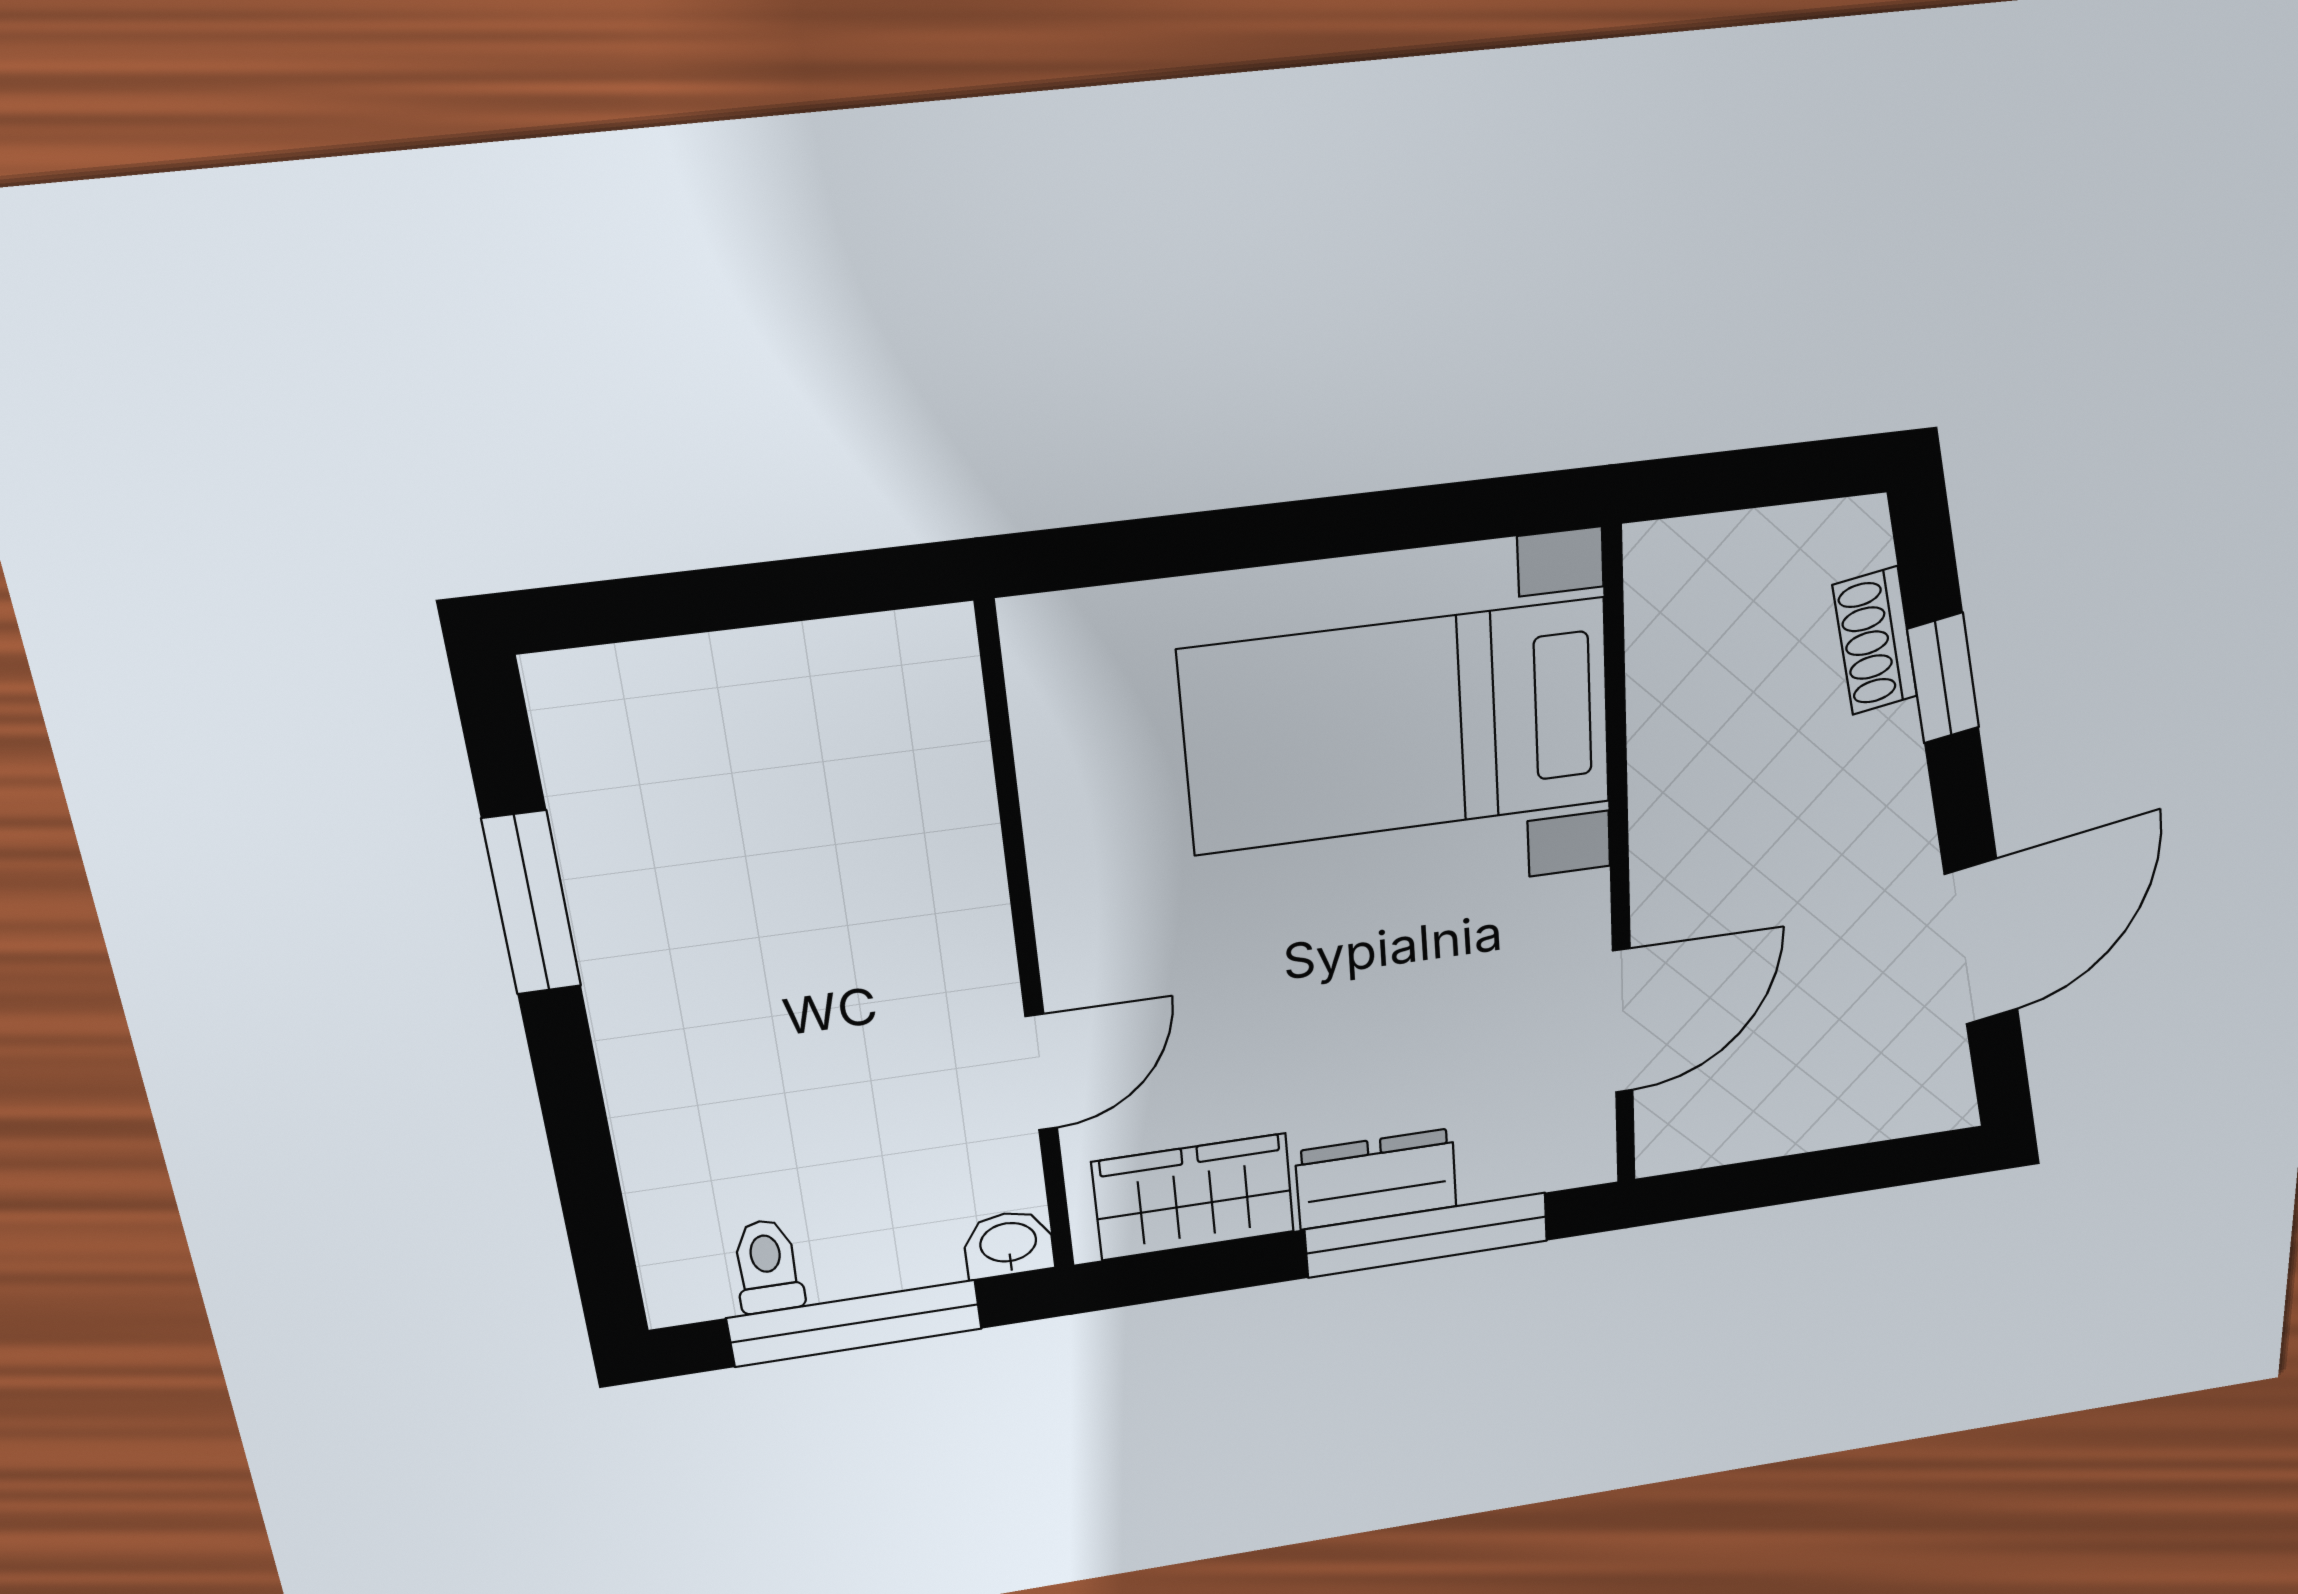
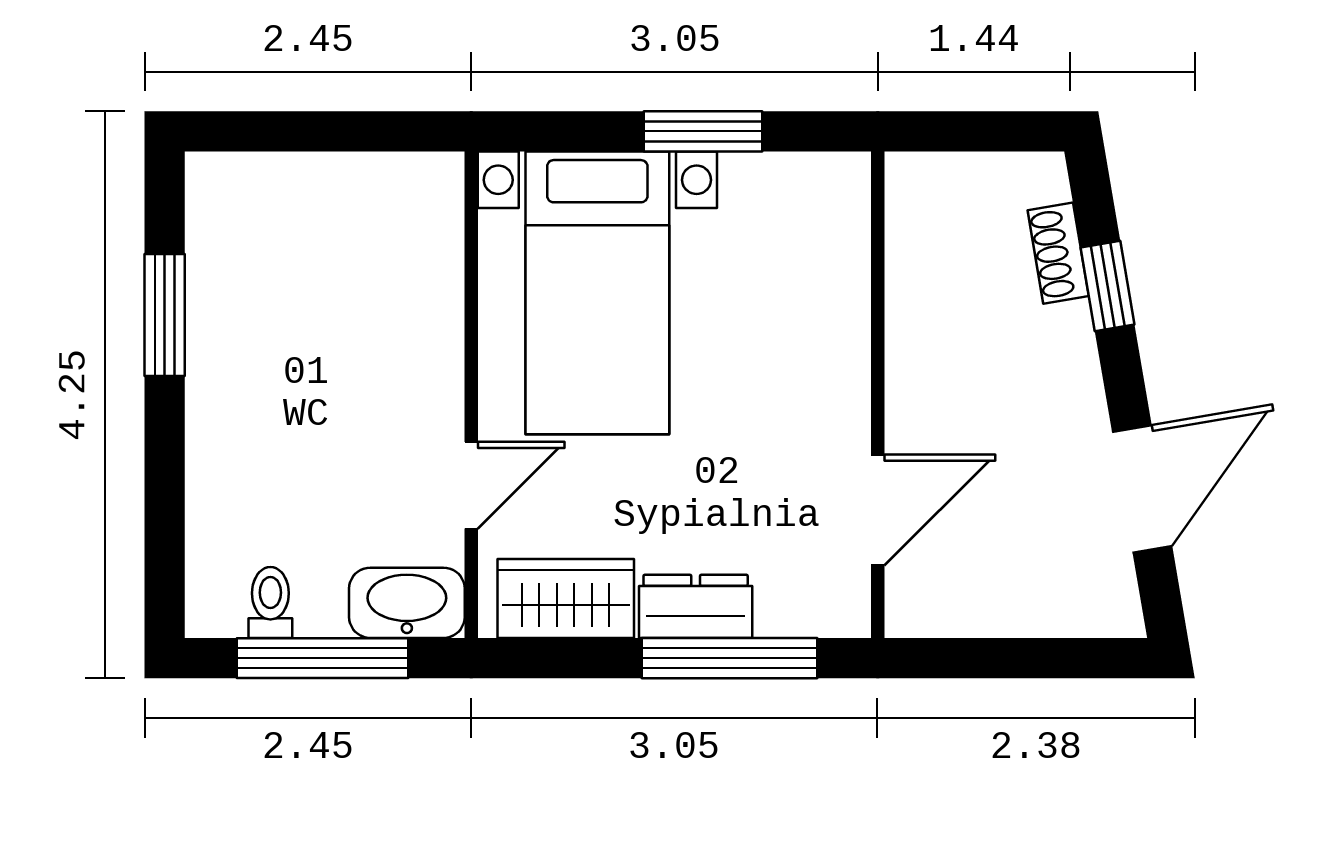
window: (1345, 526) -> (703, 131), added
bed with nightstands: (1398, 727) -> (597, 293), moved, turned -90
washbasin: (1008, 1244) -> (407, 603), width x1.91, depth x1.45

